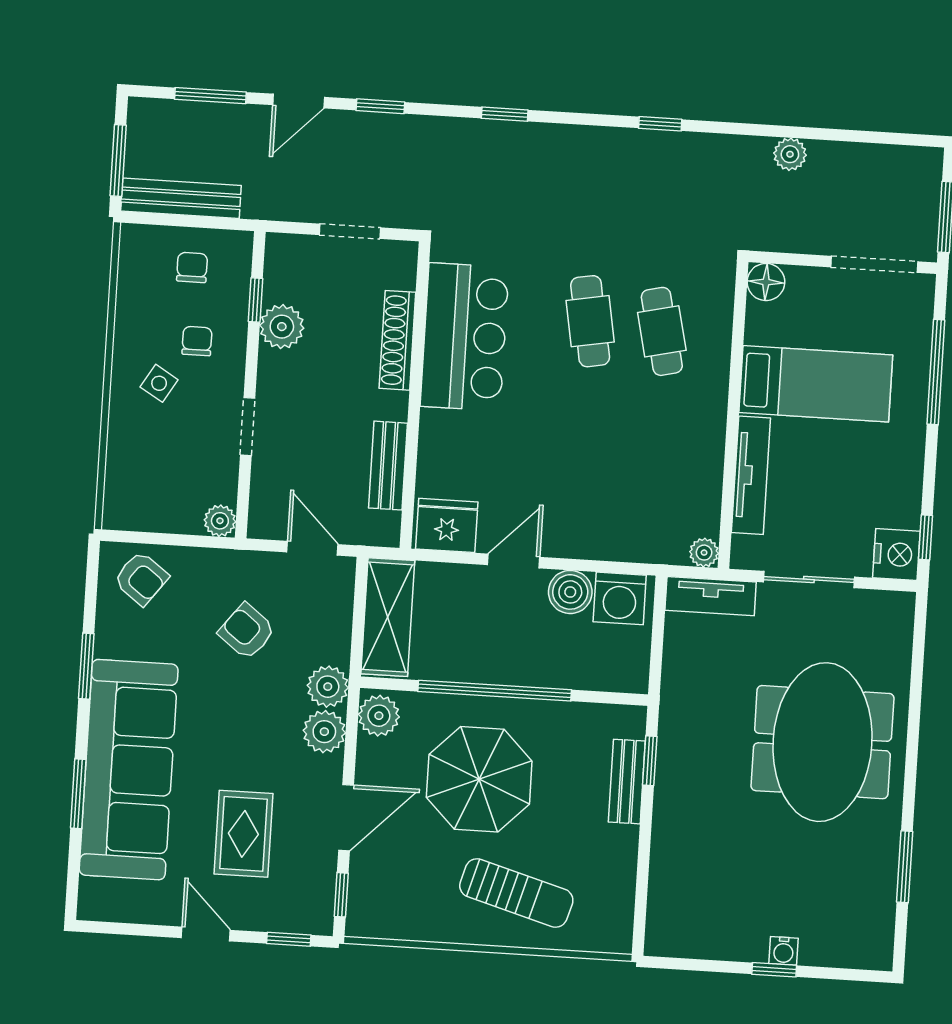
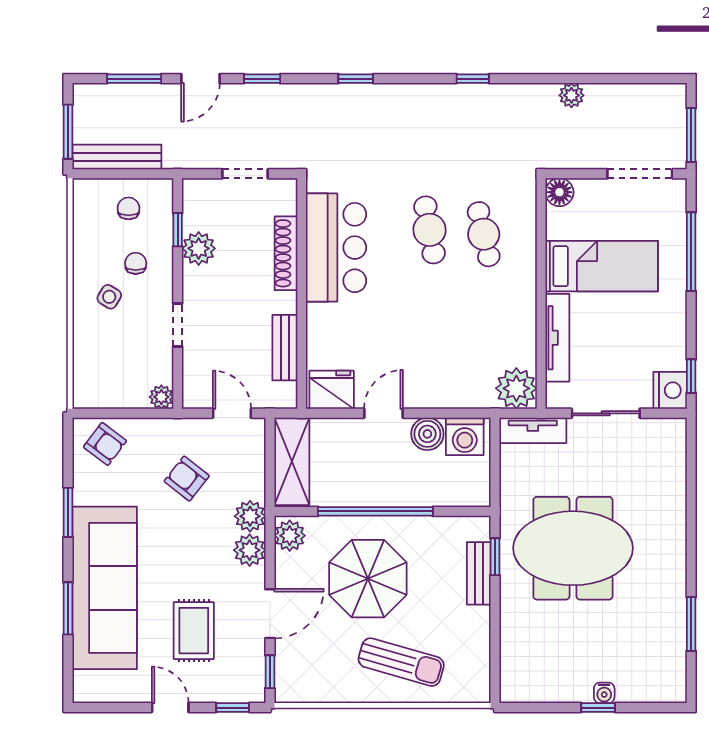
plant: (704, 553) -> (516, 388), width x1.88, depth x1.88
meeting table: (822, 742) -> (573, 548), moved, turned 90

